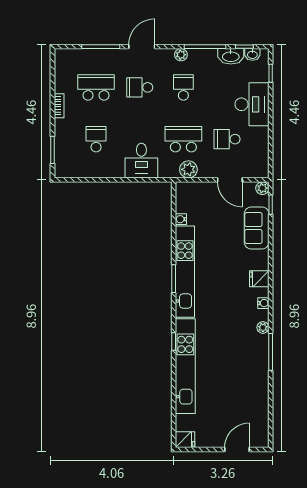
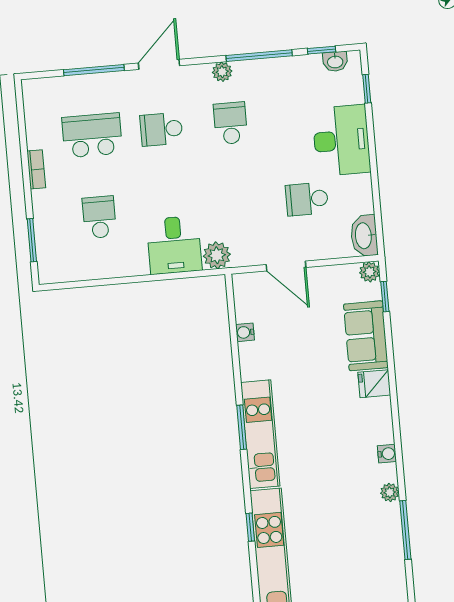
washbasin: (231, 56) -> (364, 236), moved, turned 90
school desk: (183, 139) -> (238, 205), removed
plant: (188, 169) -> (217, 255), moved
door: (230, 180) -> (286, 266), moved
kitchen unit: (185, 272) -> (260, 434), width x0.73
fridge: (259, 279) -> (374, 384), moved

